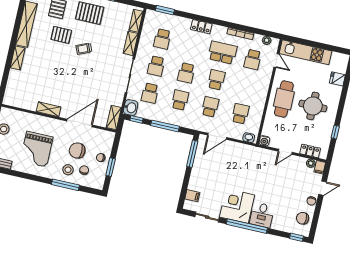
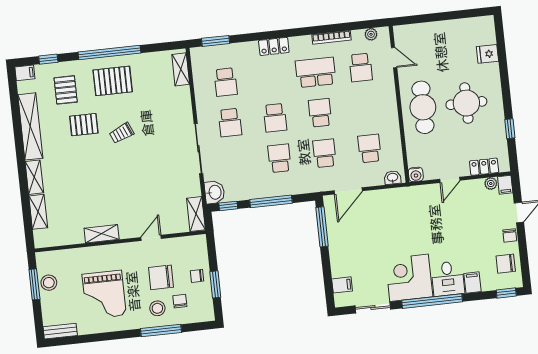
shelving: (131, 43) -> (38, 212), moved
kitchen unit: (306, 52) -> (431, 32), removed
school desk: (150, 93) -> (234, 163), removed
door: (80, 123) -> (151, 238), width x0.53
filing cabinet: (277, 223) -> (473, 283), added

